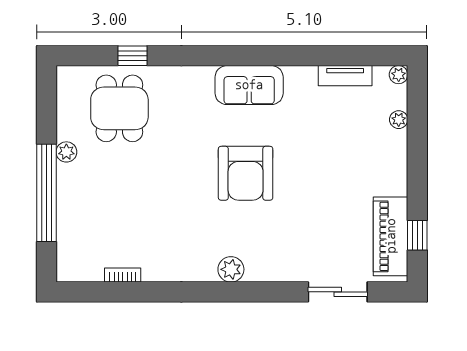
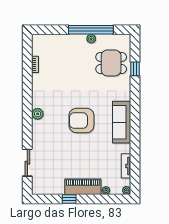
sofa: (249, 85) -> (122, 122), width x1.36
window: (46, 193) -> (91, 30), moved
window: (417, 235) -> (69, 199), moved
piano: (391, 236) -> (83, 187), moved

